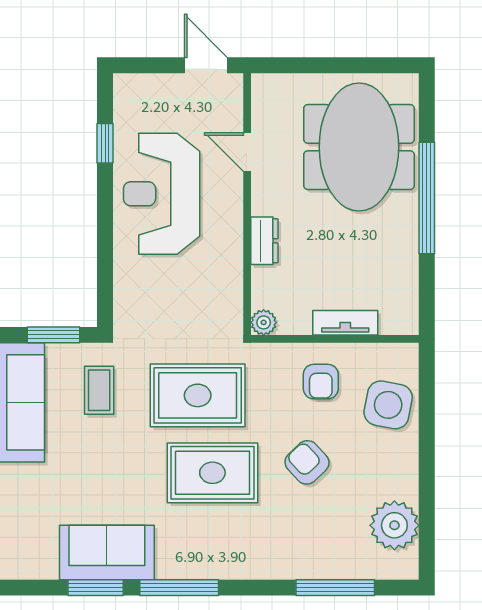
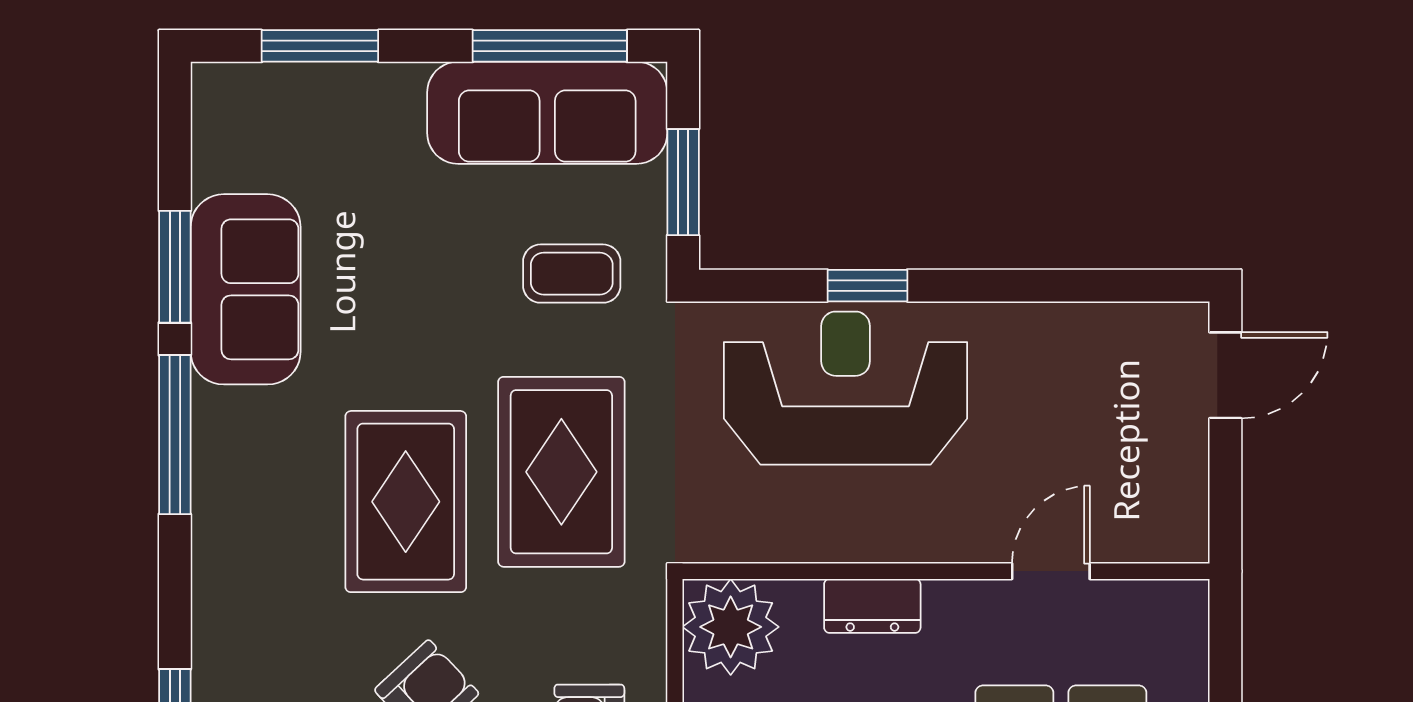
door: (206, 65) -> (1225, 375), moved
window: (105, 143) -> (867, 286), moved
reception desk: (162, 194) -> (846, 388), moved
plant: (264, 322) -> (731, 627), width x1.88, depth x1.88

